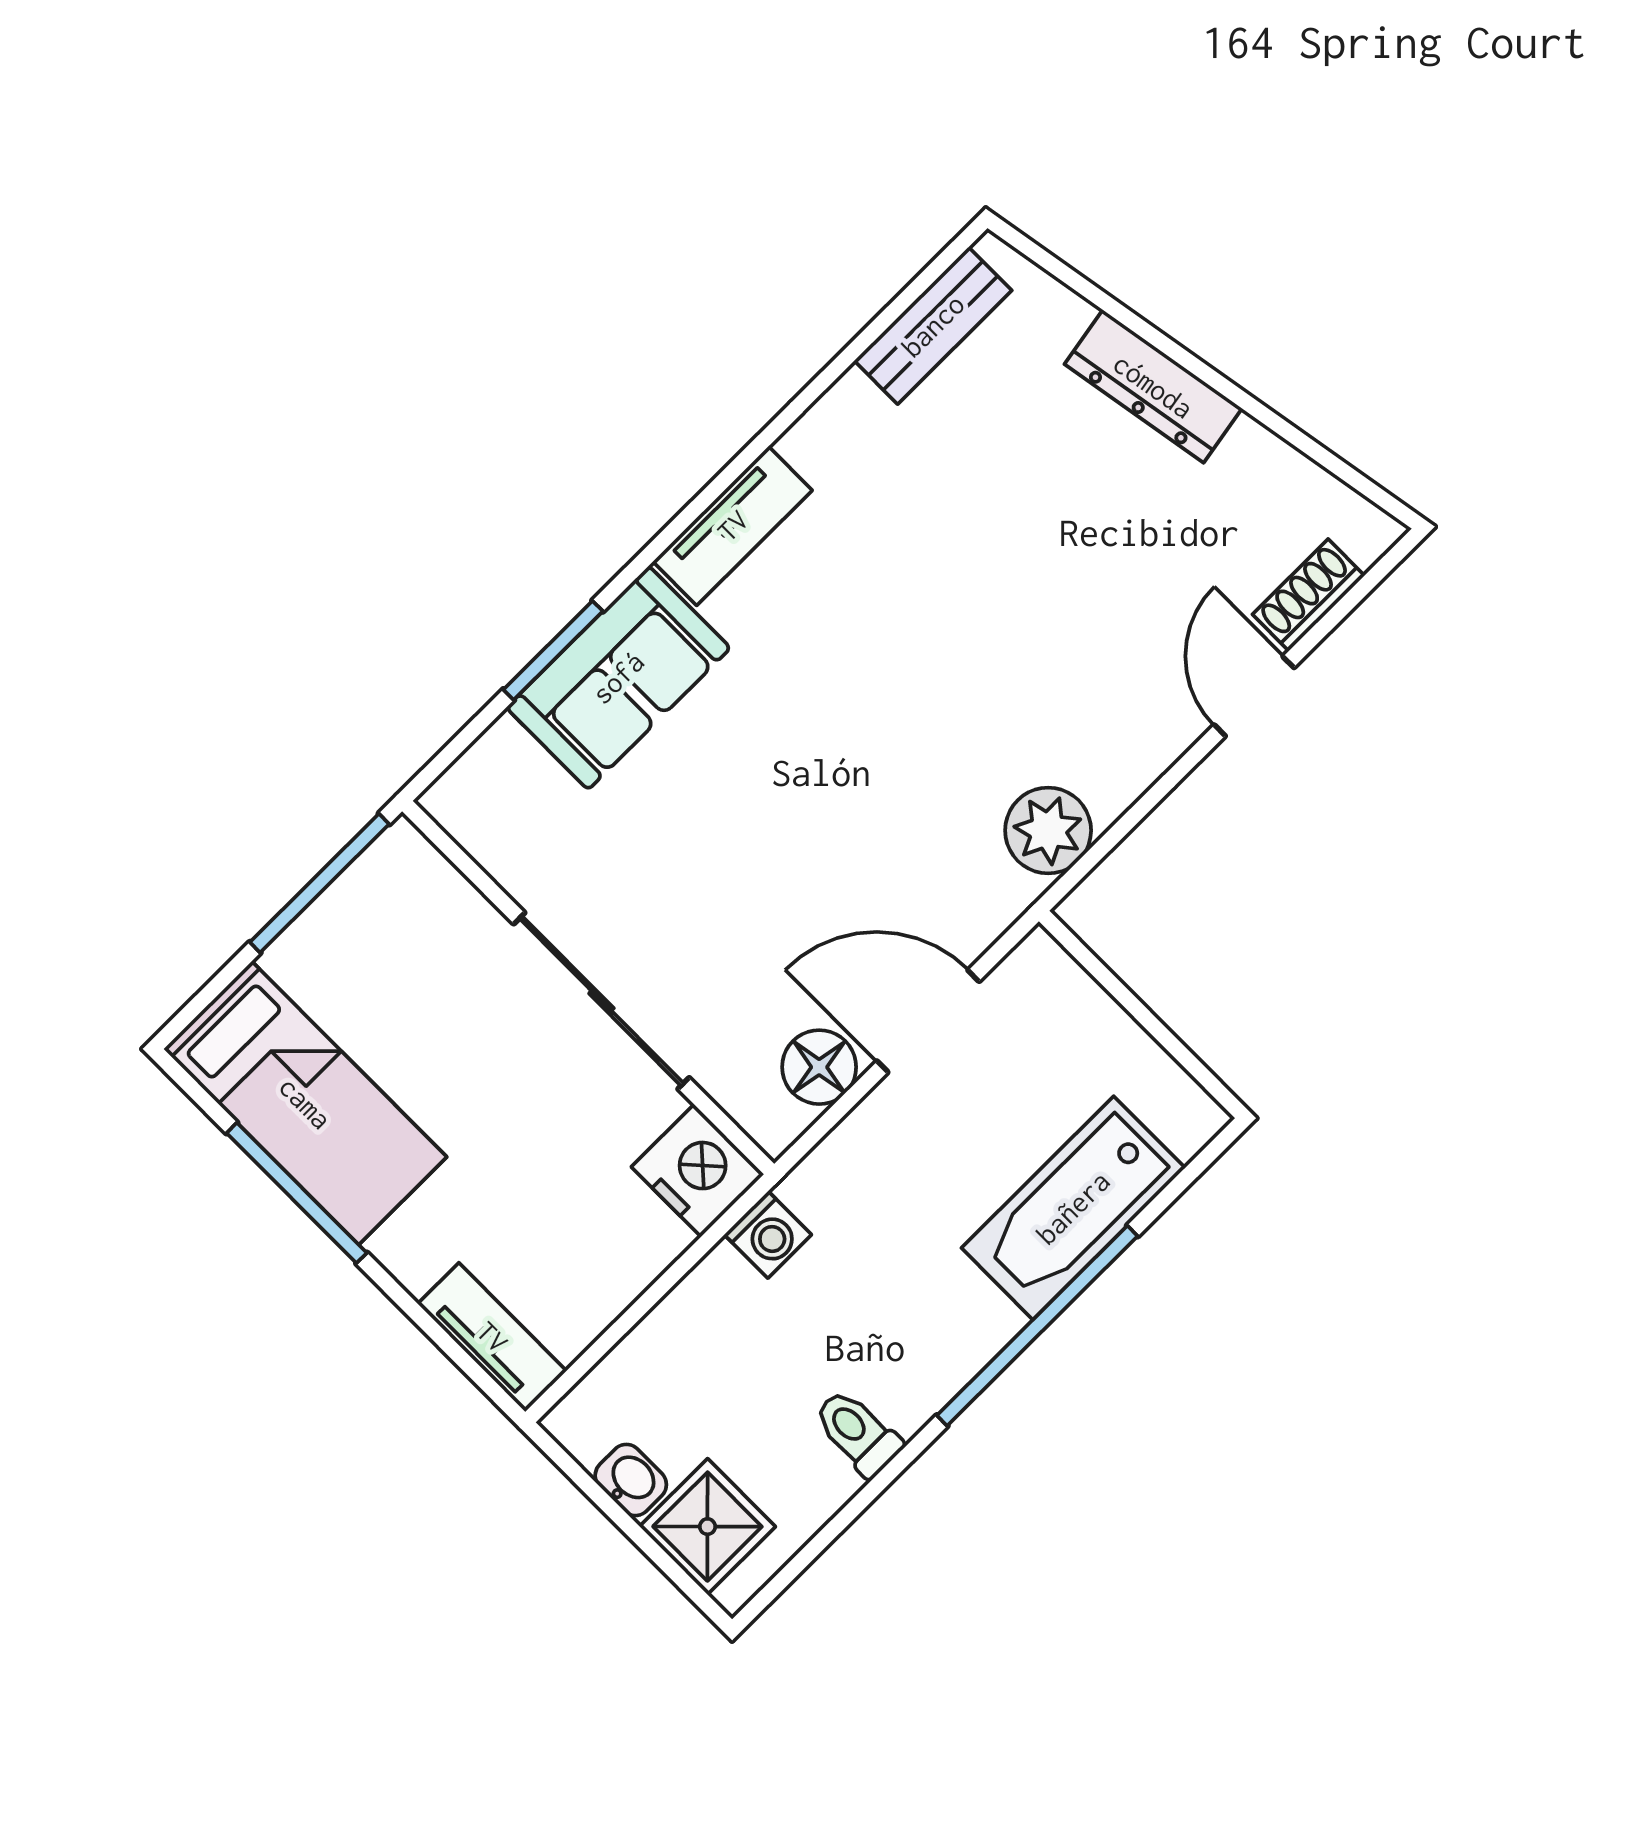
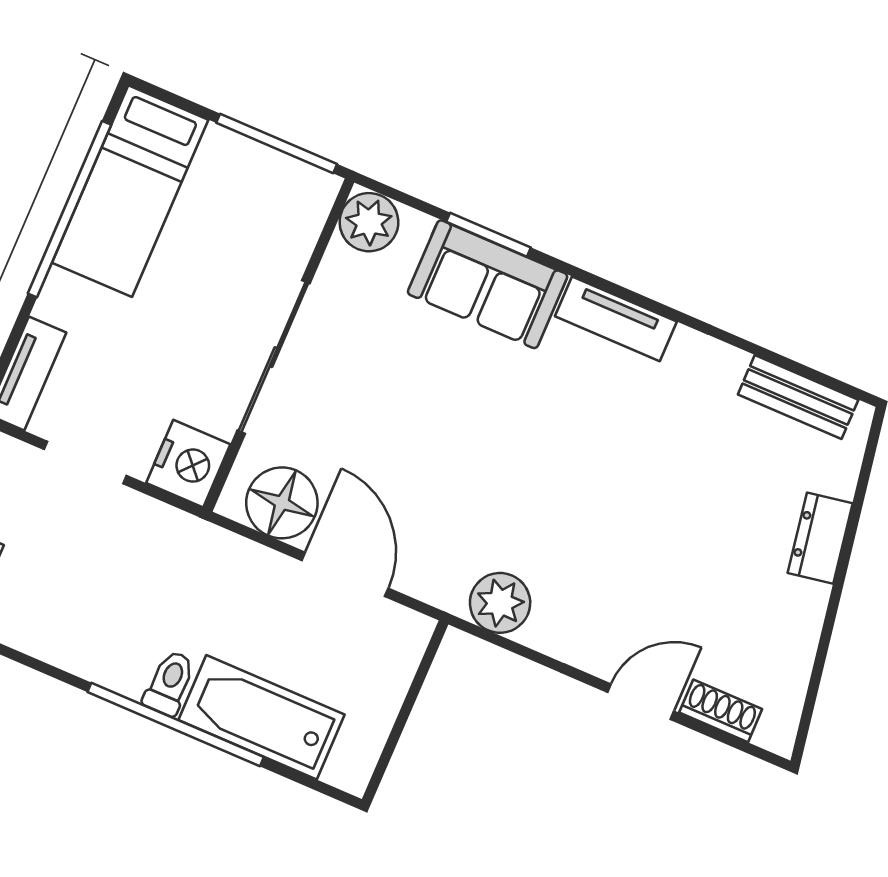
dresser: (1153, 386) -> (820, 538), width x0.70
plant: (473, 802) -> (369, 222), added
floor lamp: (819, 1067) -> (282, 503), width x1.38, depth x1.38
window: (297, 1193) -> (70, 209), width x1.46
washing machine: (768, 1235) -> (165, 526), removed
doorway: (641, 1307) -> (85, 462), added
toilet: (858, 1433) -> (169, 683), moved

